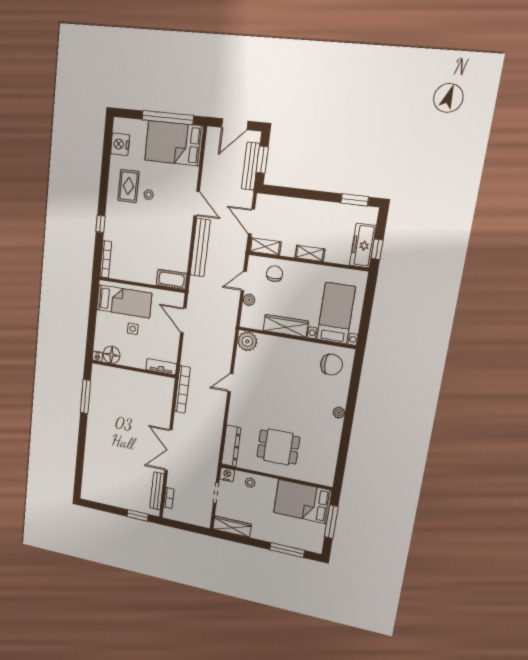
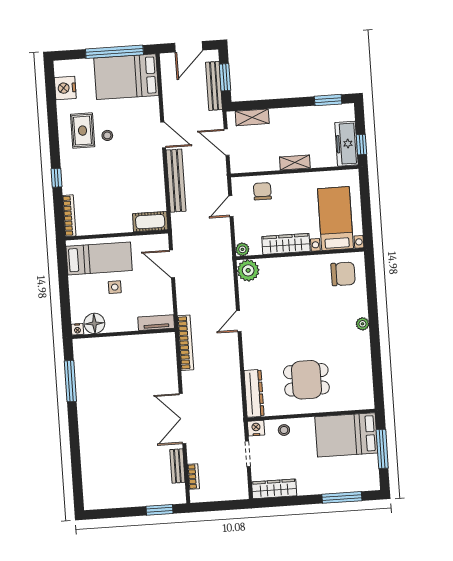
shelving: (265, 247) -> (252, 117), moved
plant: (249, 300) -> (242, 249), moved
bench: (157, 491) -> (177, 466), width x0.73

